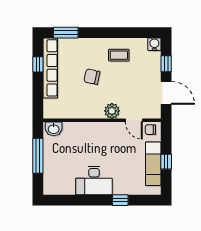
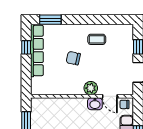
water cooler: (154, 44) -> (128, 30), removed
washbasin: (54, 129) -> (95, 104), moved

